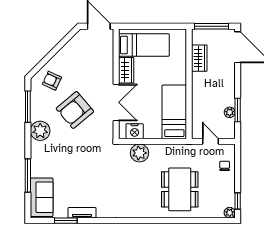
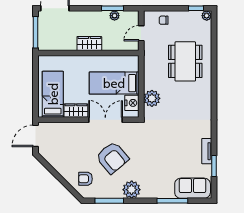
wardrobe: (199, 58) -> (89, 43), moved
armchair: (52, 81) -> (85, 179), turned 65
bed: (174, 112) -> (114, 83), moved
dining table: (180, 189) -> (185, 61), turned 90

